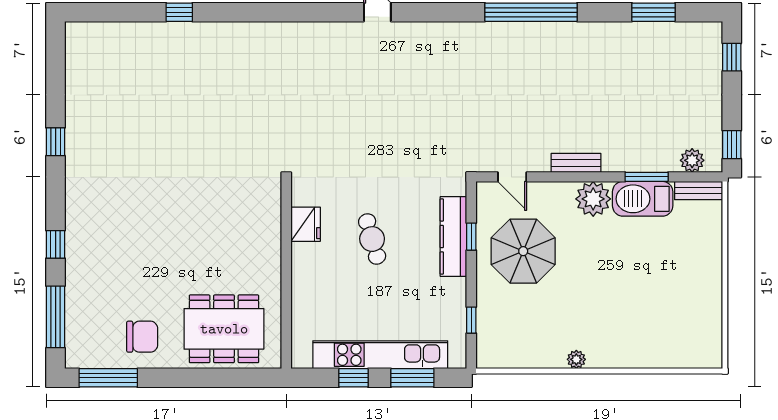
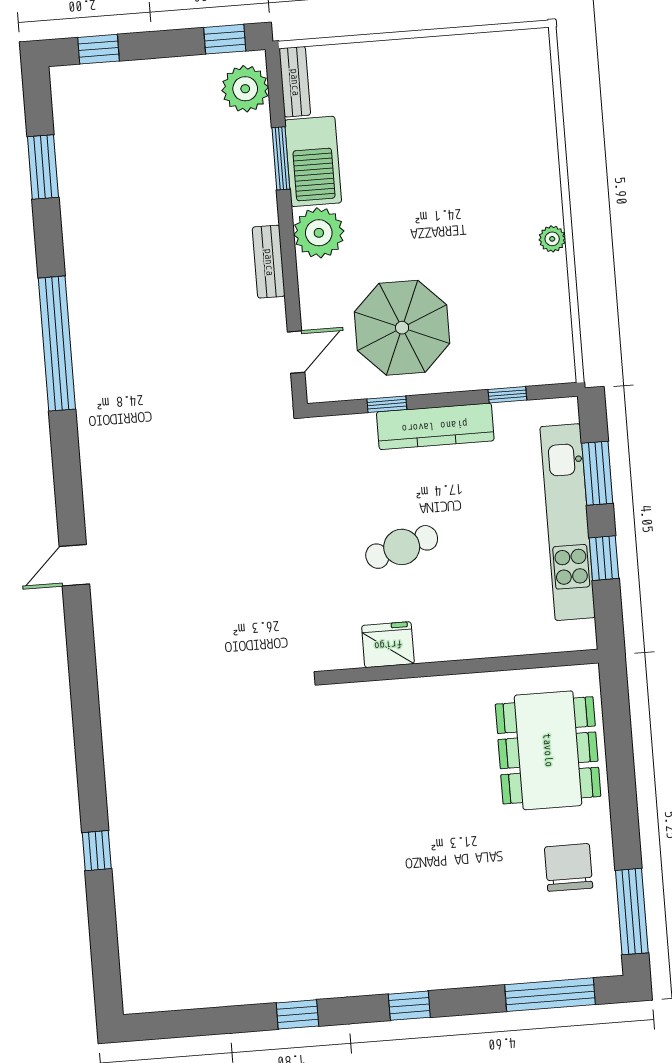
plant: (692, 160) -> (245, 89), width x1.36, depth x1.36
kitchen counter: (453, 237) -> (435, 426), moved
window: (56, 244) -> (409, 1006), moved

